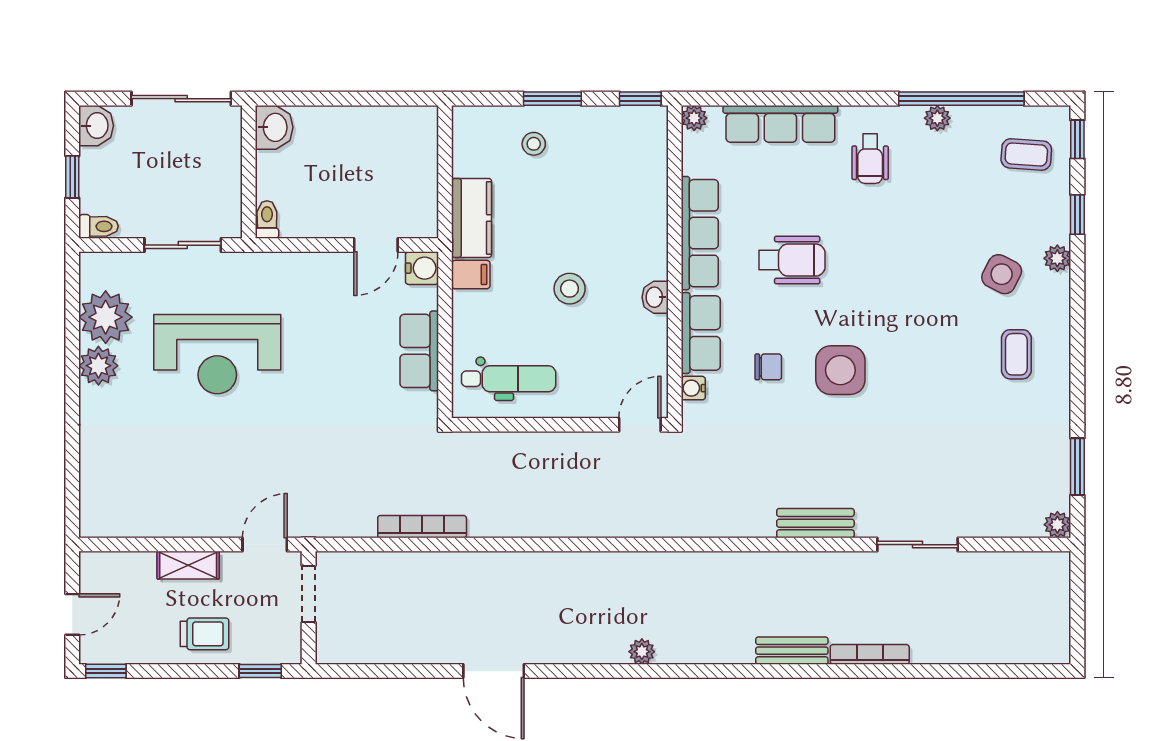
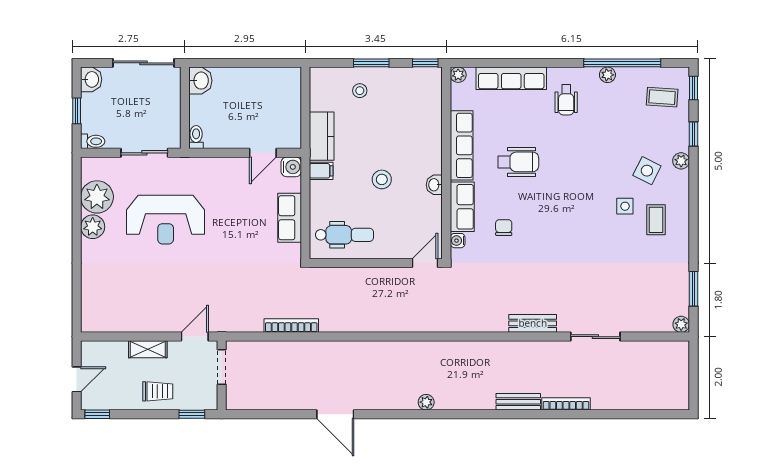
chair: (768, 367) -> (504, 228), turned -90
side table: (840, 370) -> (625, 206), moved, width x0.54, depth x0.54

